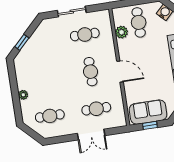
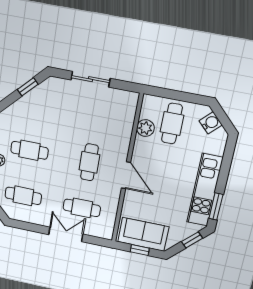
cafe table: (85, 34) -> (29, 150), moved
window: (22, 42) -> (28, 87), moved
double door: (91, 135) -> (66, 234), swing flipped

